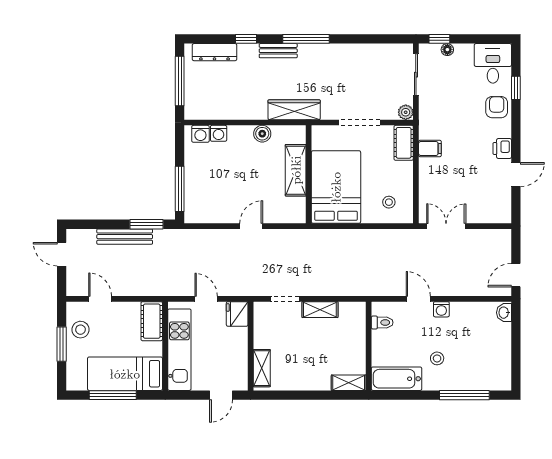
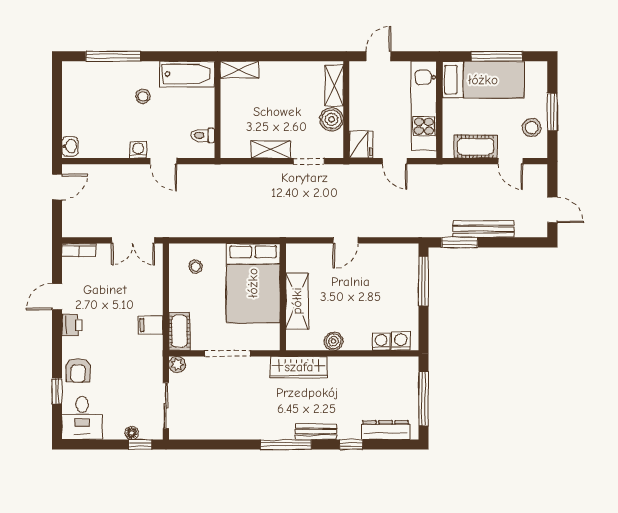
bookcase: (496, 217) -> (79, 250), added
cot: (152, 321) -> (475, 147), moved, turned 90
boiler: (264, 337) -> (332, 119), added

